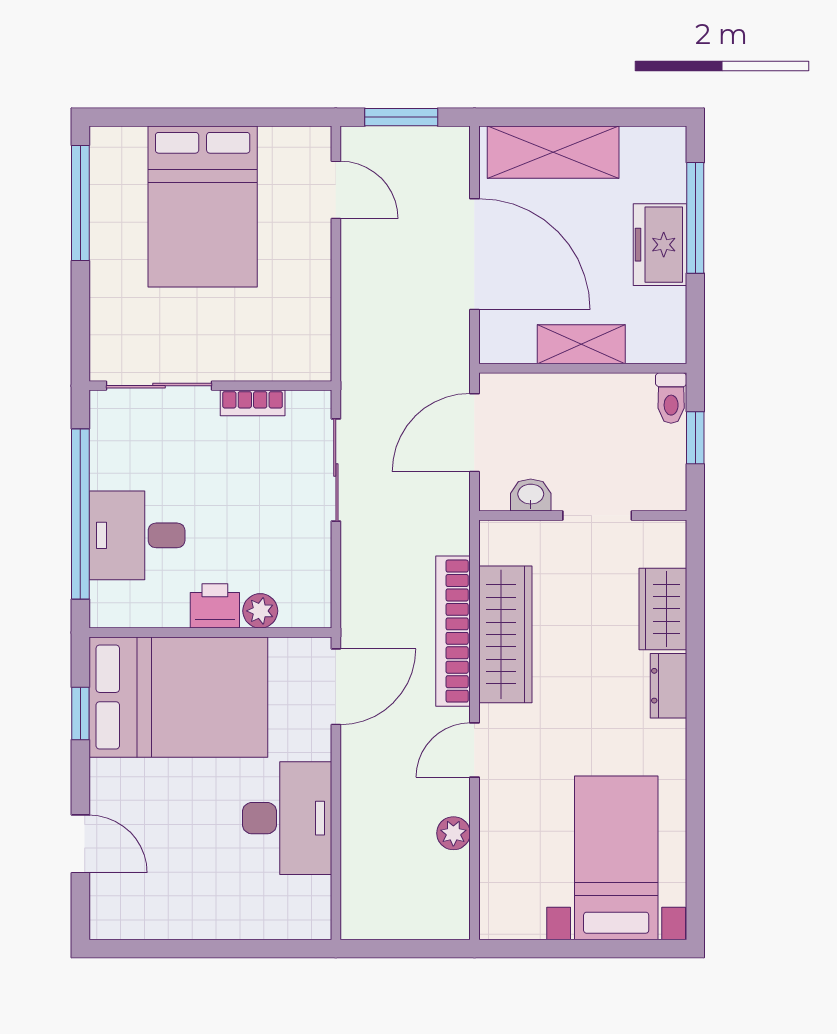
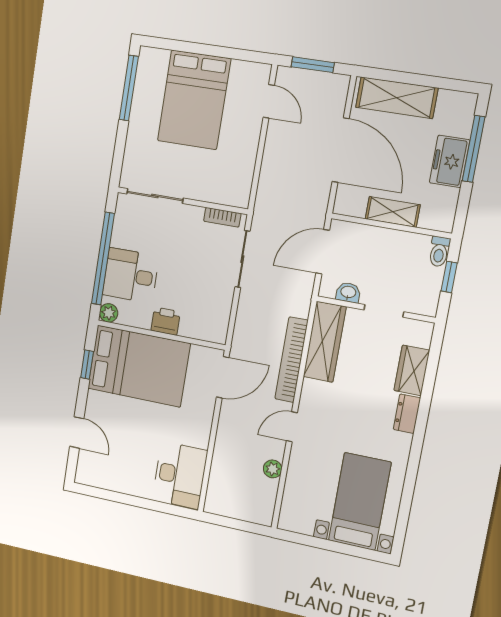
bookcase: (253, 403) -> (222, 217), moved
plant: (260, 611) -> (109, 313), moved
wardrobe: (505, 634) -> (325, 342), moved
desk: (287, 818) -> (180, 475), moved

